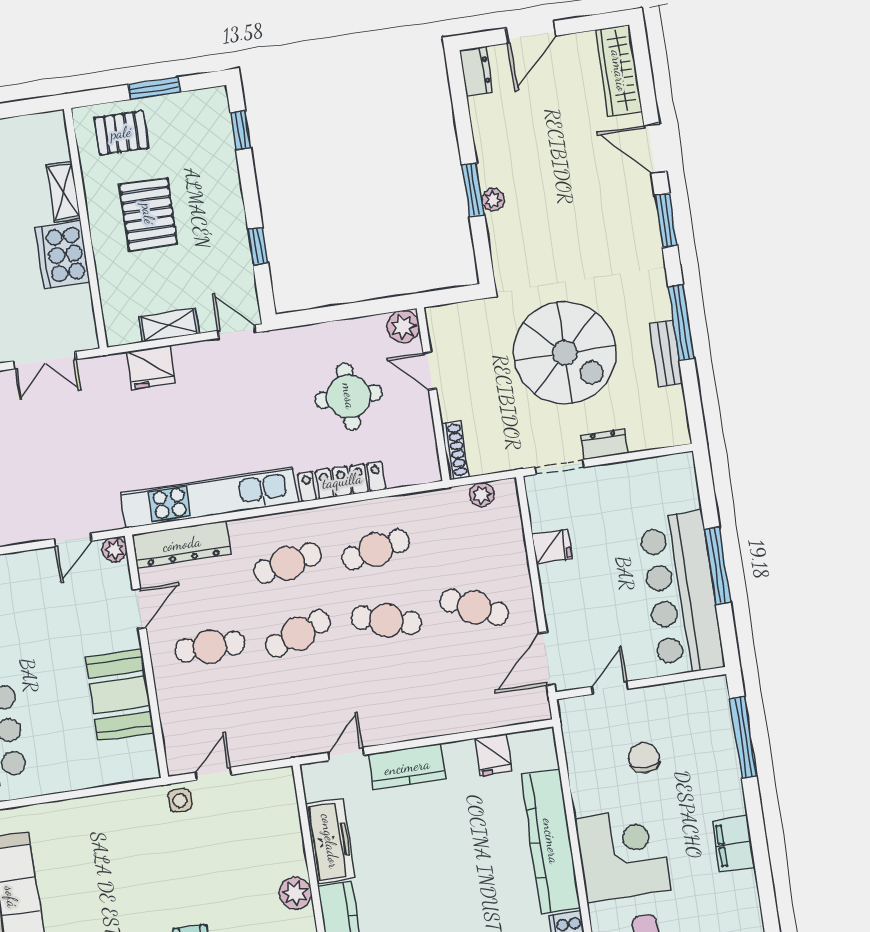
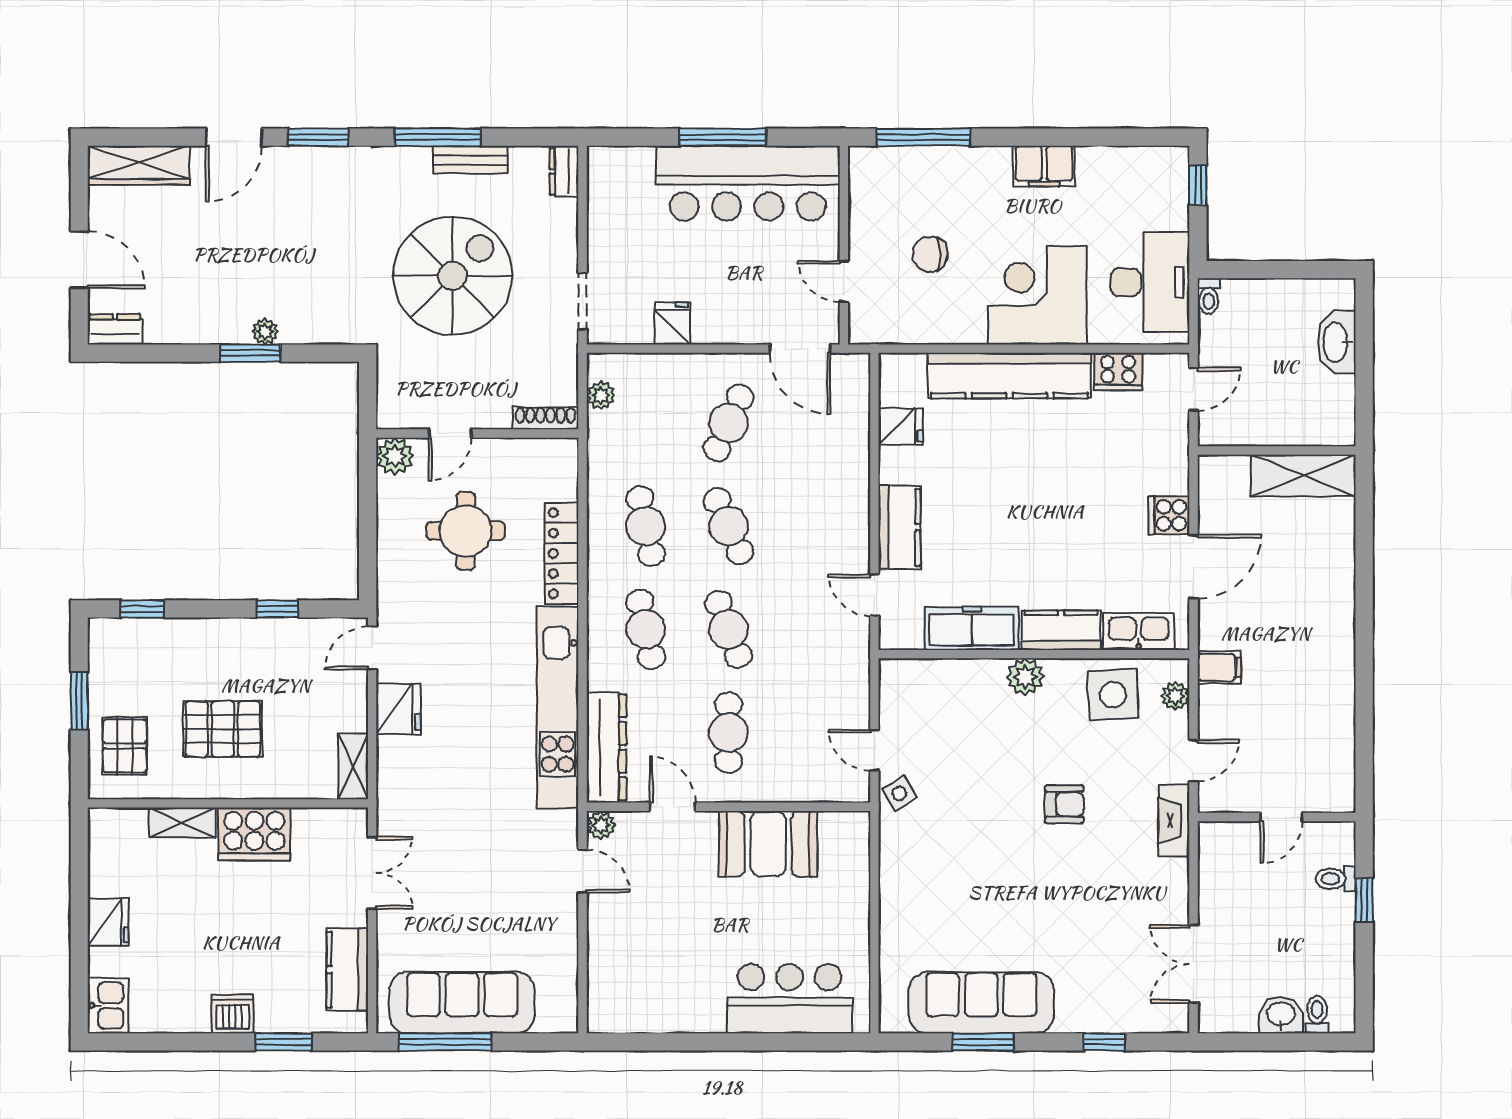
shelving: (169, 325) -> (353, 766), moved
fridge: (151, 367) -> (398, 709), moved
dresser: (604, 444) -> (564, 171), moved
cafe table: (386, 620) -> (728, 526), turned -39
side table: (180, 800) -> (899, 793), turned -32

